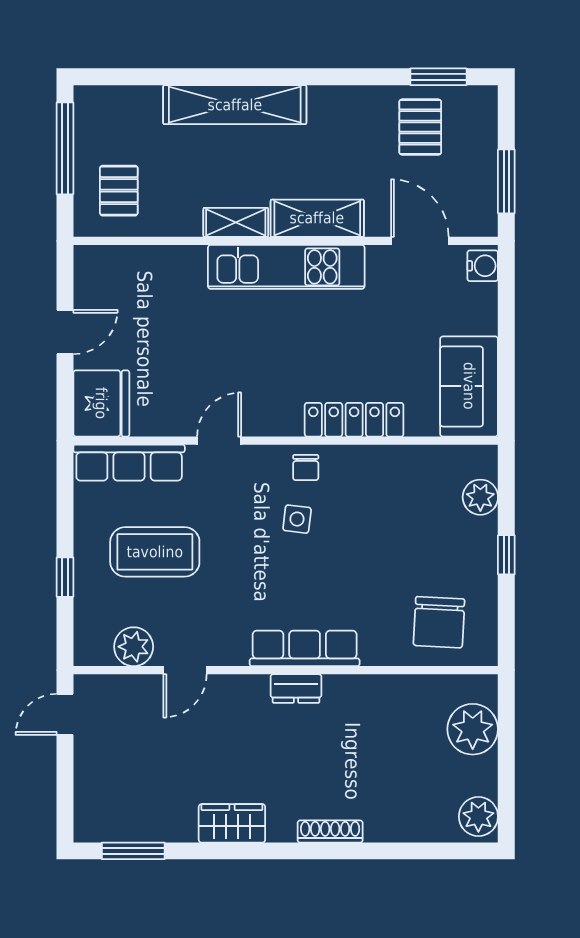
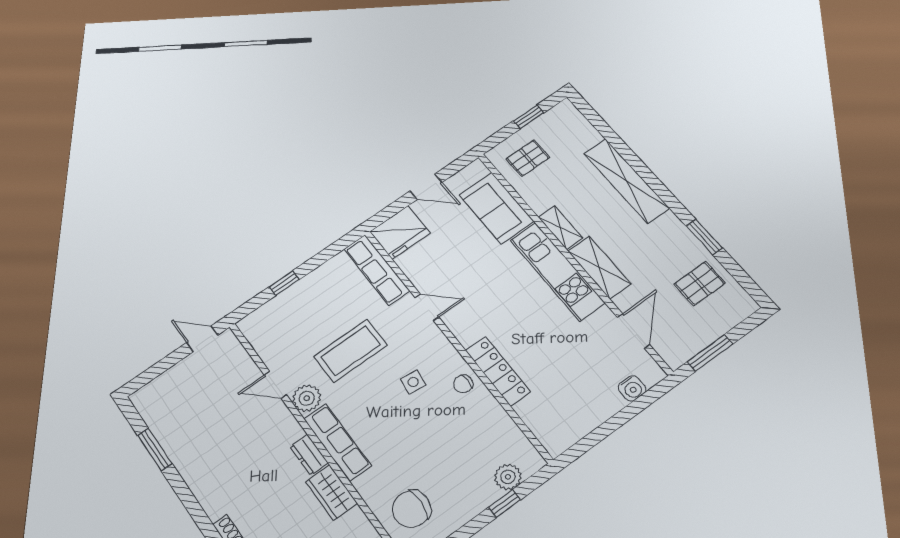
window: (438, 77) -> (704, 237), moved
window: (65, 148) -> (529, 117), width x0.46
water cooler: (483, 266) -> (632, 388), moved
sofa: (469, 386) -> (496, 208), moved, turned -90
chair: (306, 468) -> (463, 384), moved
coffee table: (155, 552) -> (350, 351), moved, turned 90
window: (506, 555) -> (504, 504), moved
plant: (134, 647) -> (307, 398), moved
wardrobe: (232, 823) -> (331, 493), moved, turned 180
window: (133, 851) -> (155, 449), moved

